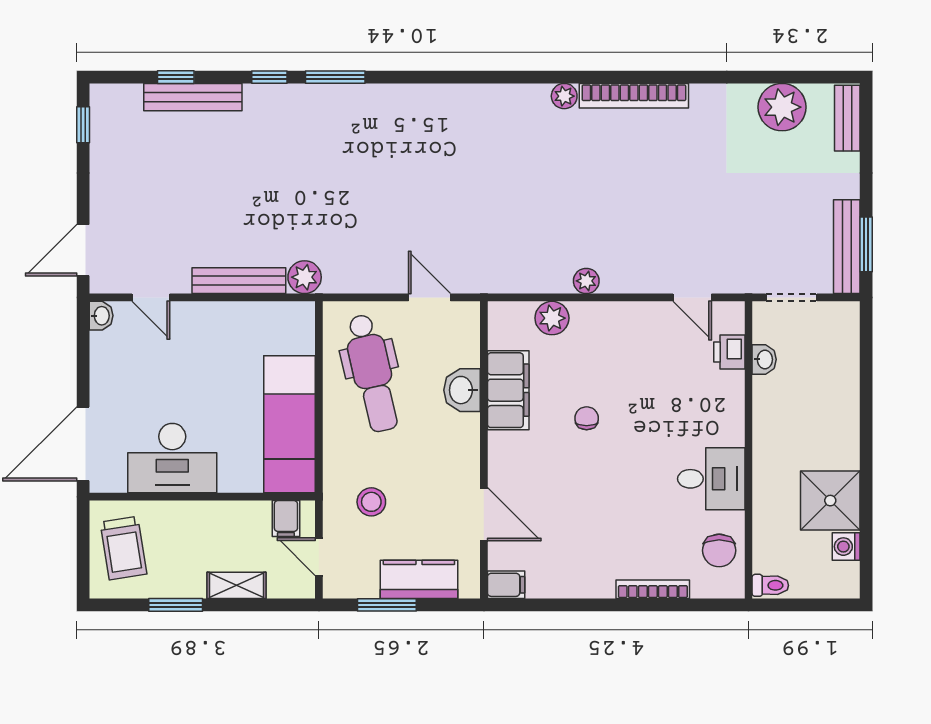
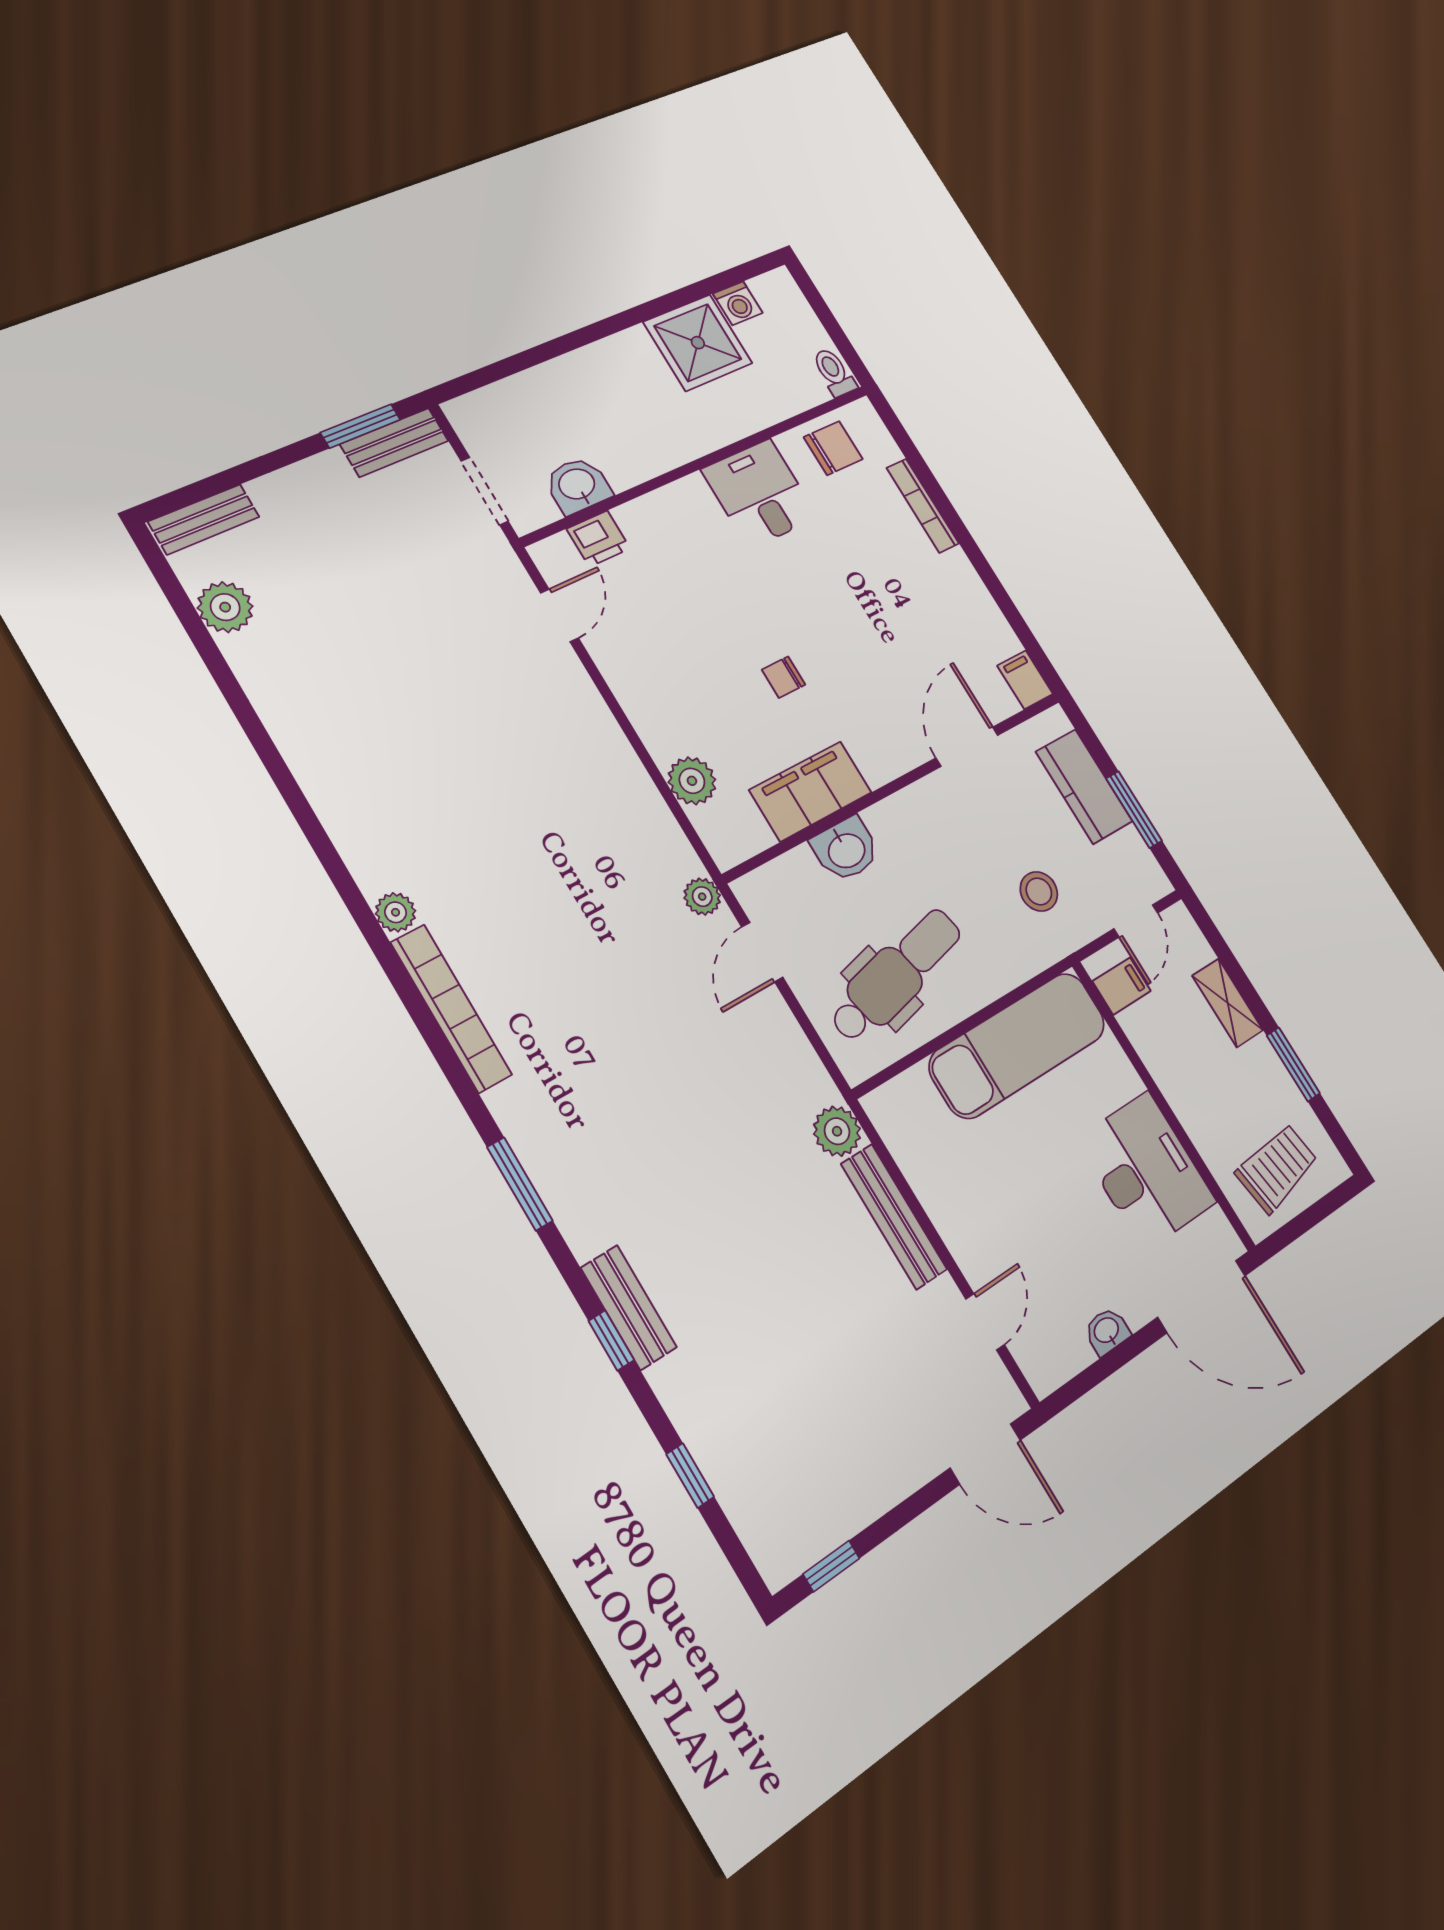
window: (335, 77) -> (520, 1184), moved
bookcase: (634, 96) -> (451, 1009), moved
bench: (193, 97) -> (629, 1308), moved, width x0.73
plant: (782, 107) -> (225, 607), width x0.73, depth x0.73
bench: (847, 247) -> (394, 442), width x0.73
plant: (586, 281) -> (702, 897), moved
washbasin: (101, 316) -> (1107, 1331), moved
washbasin: (764, 359) -> (577, 485), width x1.38, depth x1.45

